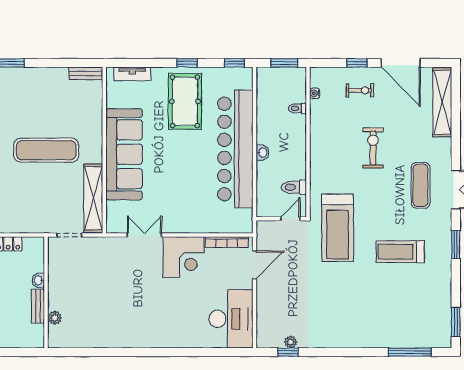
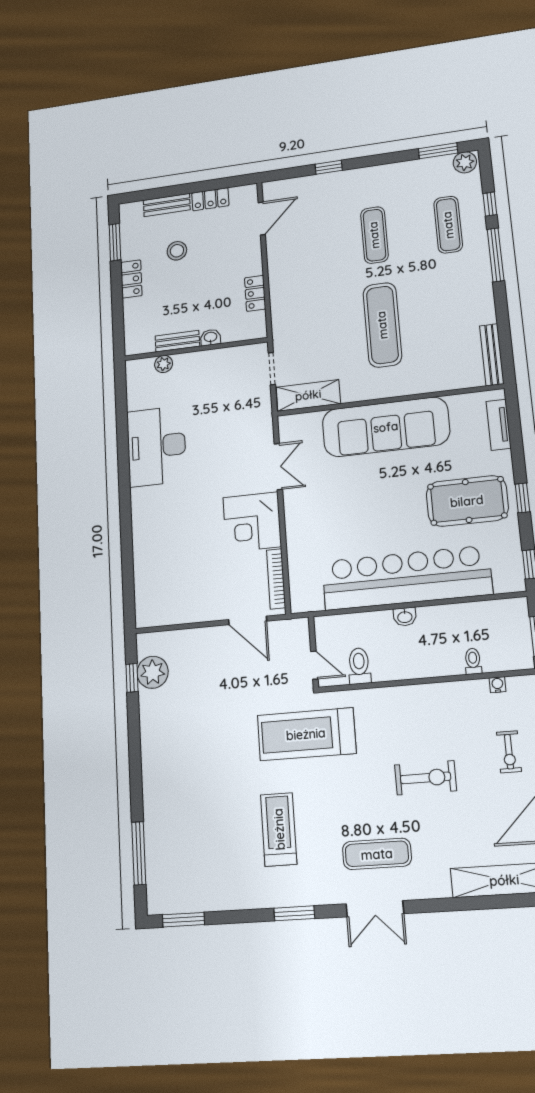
bench: (86, 73) -> (492, 355), width x1.36
shelving: (93, 198) -> (308, 395), width x0.68
desk: (231, 319) -> (156, 446), moved, turned 90
plant: (291, 342) -> (153, 672), width x1.87, depth x1.87

